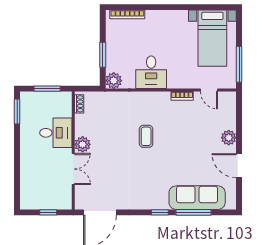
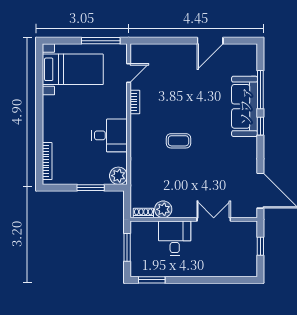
plant: (229, 138) -> (180, 52), removed
plant: (83, 144) -> (163, 209), moved
sofa: (197, 198) -> (245, 106), moved

